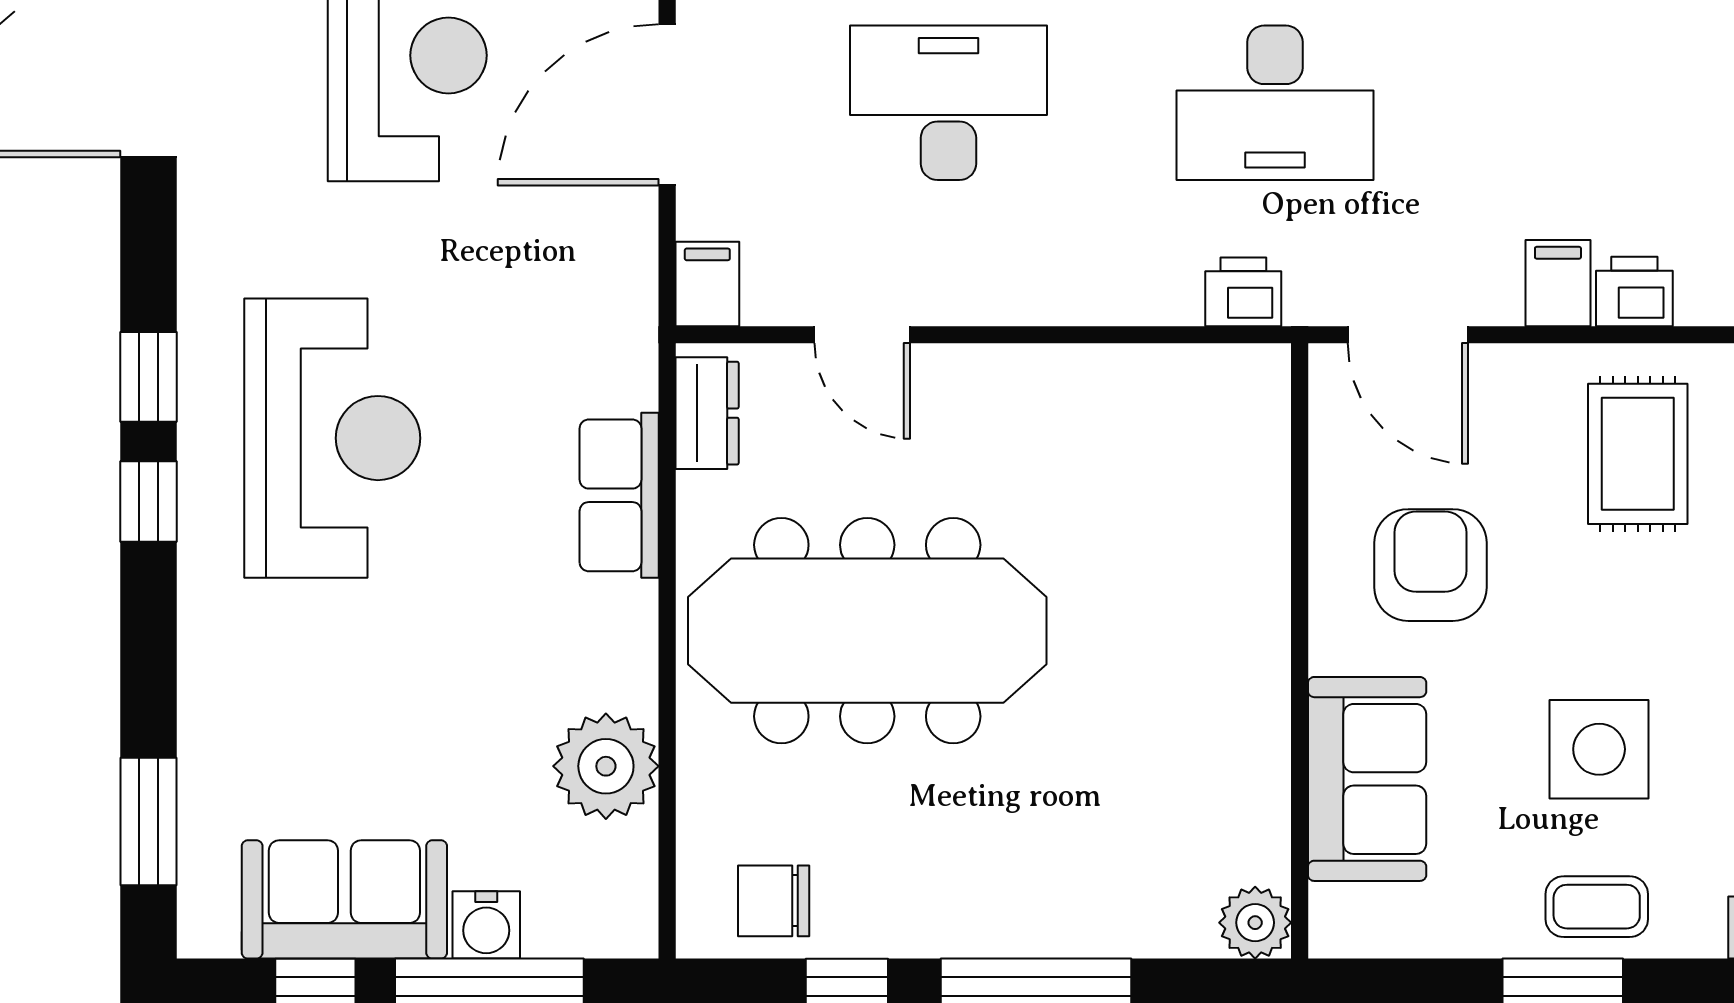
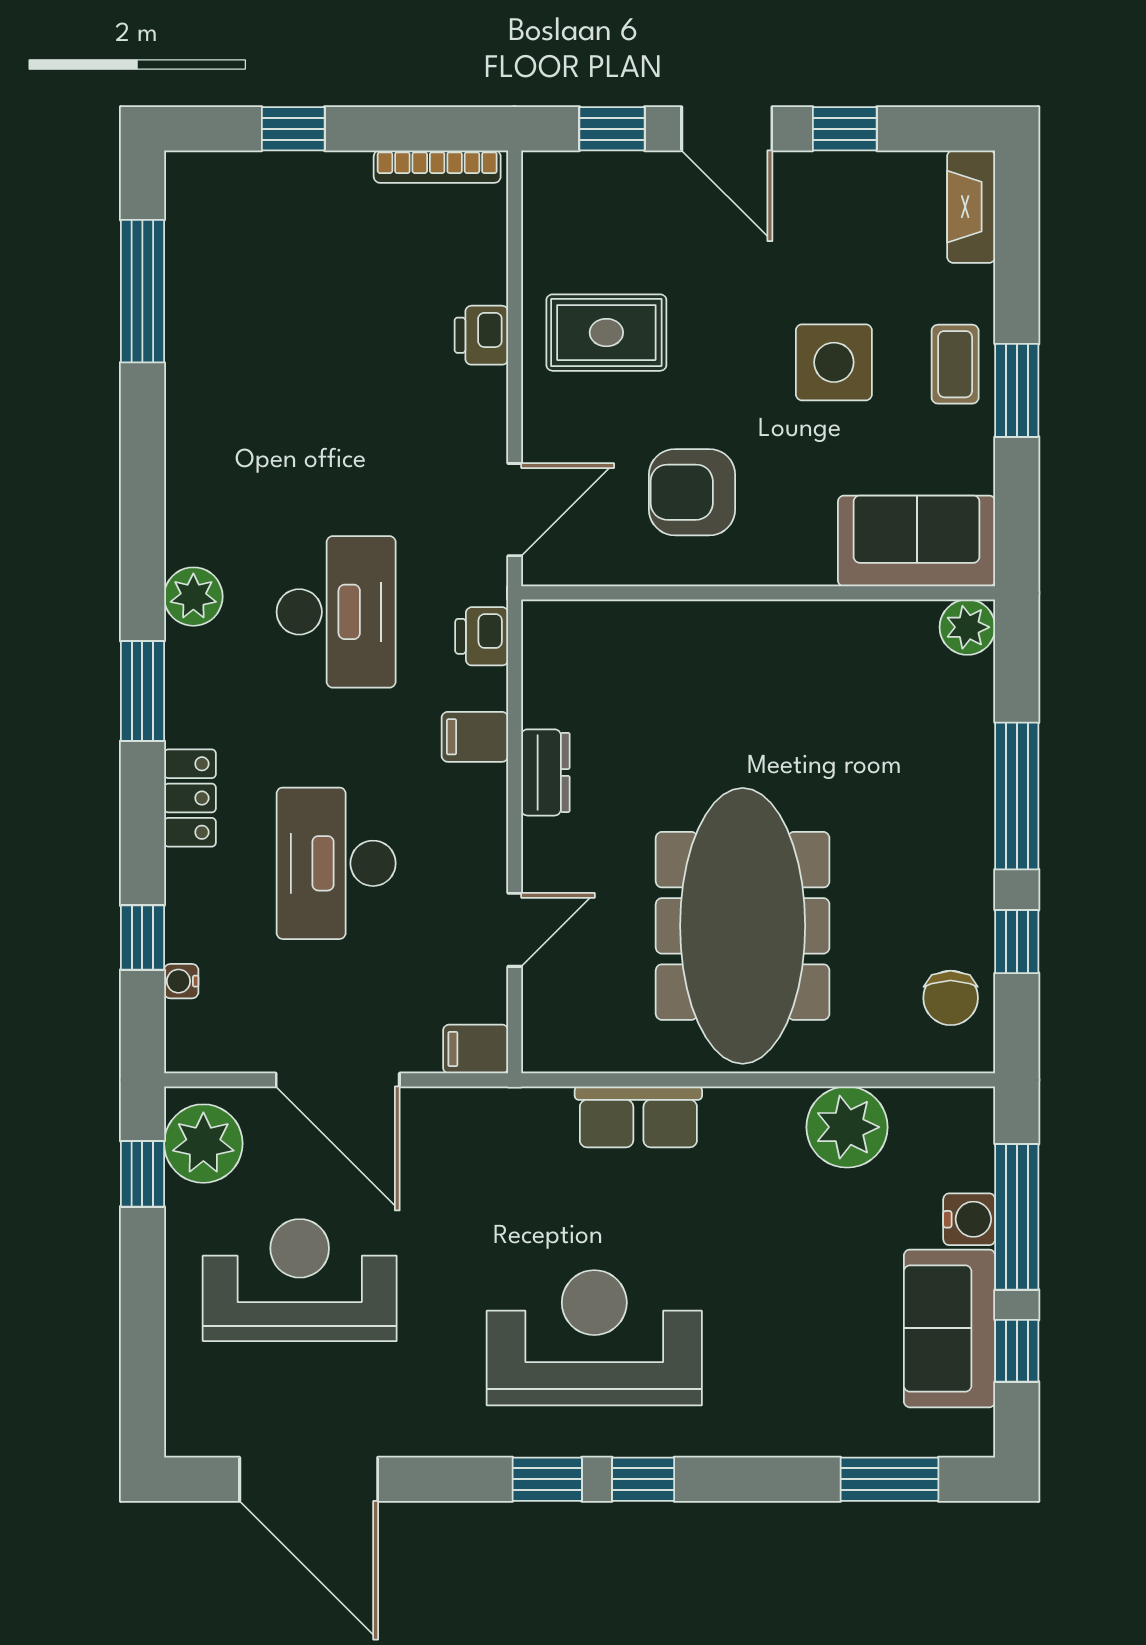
filing cabinet: (1558, 283) -> (475, 737), moved
dresser: (707, 413) -> (545, 772), moved, turned 90
sofa: (1367, 779) -> (917, 541), moved

